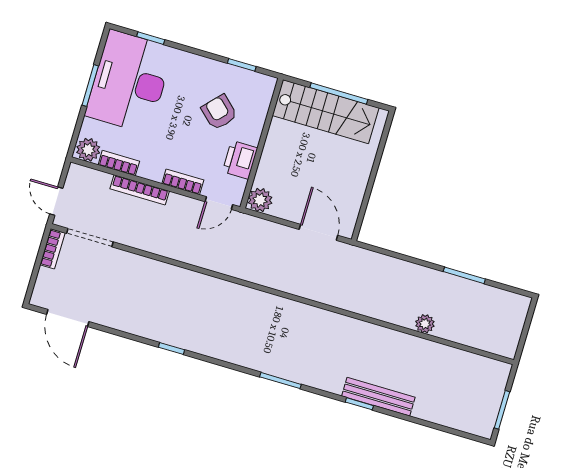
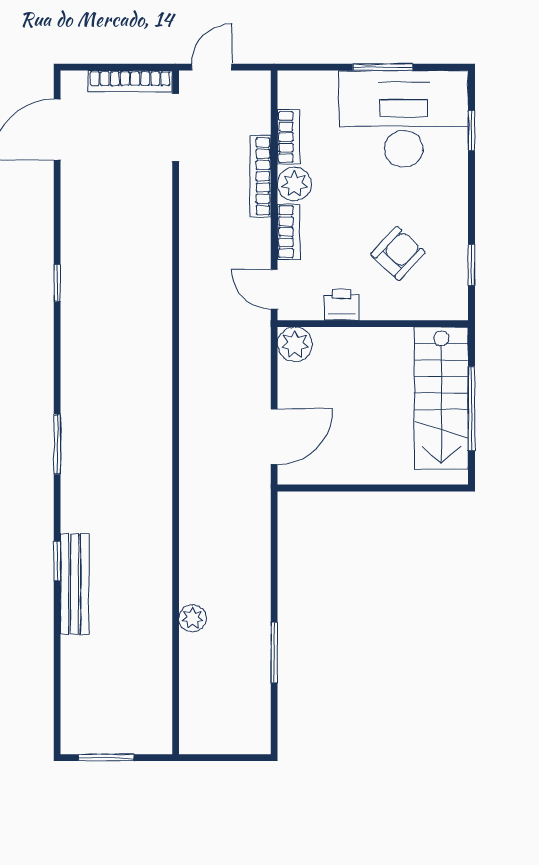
plant: (88, 150) -> (294, 184), moved
printer: (240, 160) -> (342, 305), width x0.73, depth x0.81
bookcase: (52, 249) -> (130, 81), width x1.56

